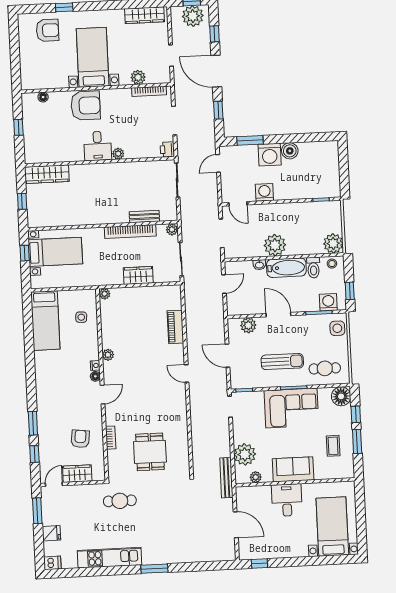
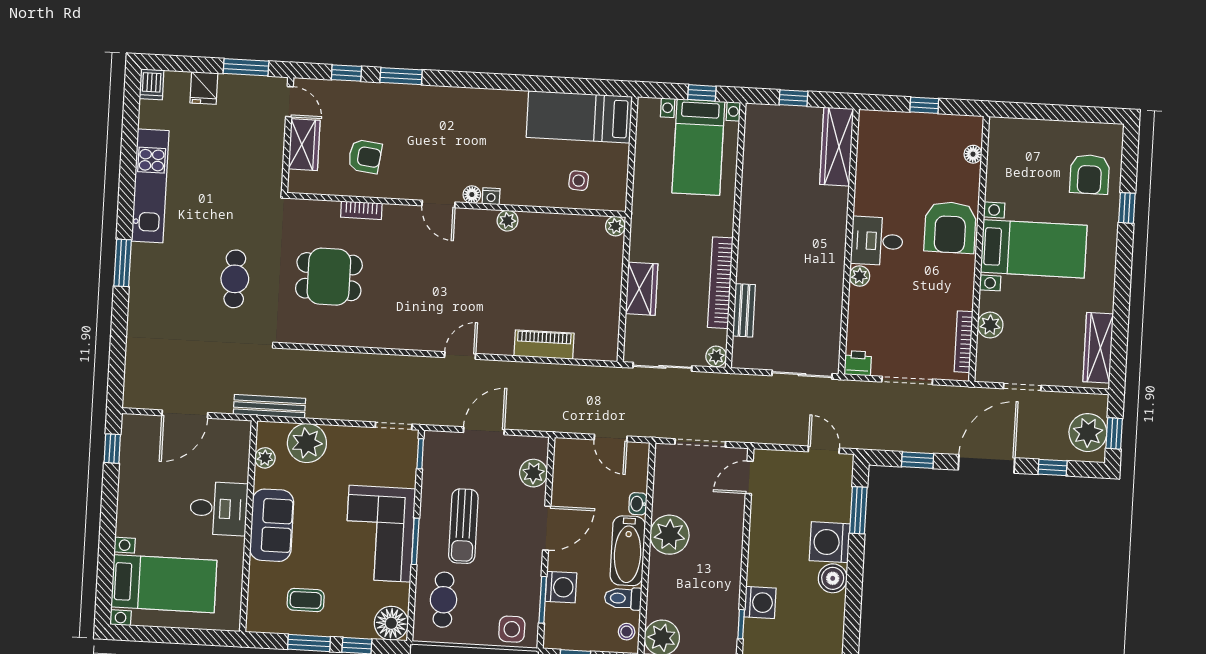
washing machine: (264, 192) -> (760, 602), moved
washing machine: (328, 302) -> (561, 587), moved
cafe table: (120, 501) -> (235, 279), moved

